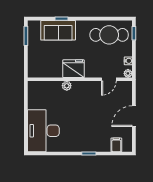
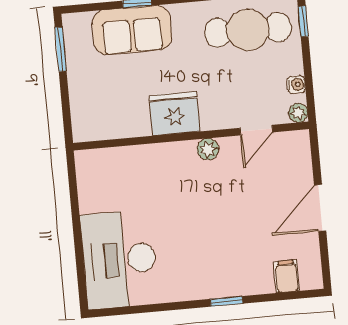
plant: (67, 86) -> (208, 149), moved

